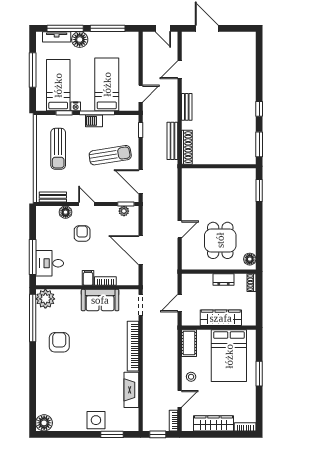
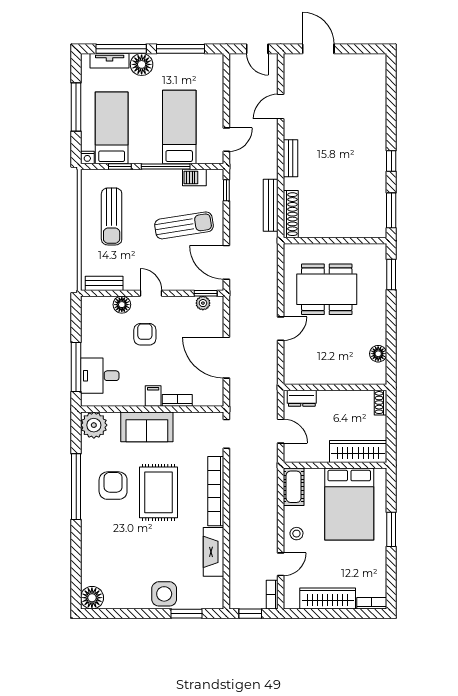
nightstand: (76, 106) -> (87, 157), moved
barbecue: (94, 121) -> (194, 177), moved
dining table: (220, 240) -> (327, 289), moved, width x1.38
floor lamp: (250, 259) -> (378, 354), moved
dresser: (224, 279) -> (302, 398), moved
sofa: (100, 300) -> (147, 427), moved
door: (180, 303) -> (281, 431), swing flipped
window: (33, 318) -> (76, 487), moved
wardrobe: (221, 318) -> (358, 451), moved
rug: (92, 347) -> (158, 492), added

